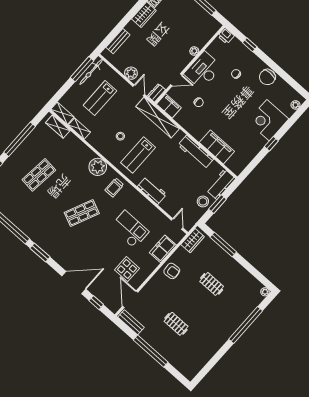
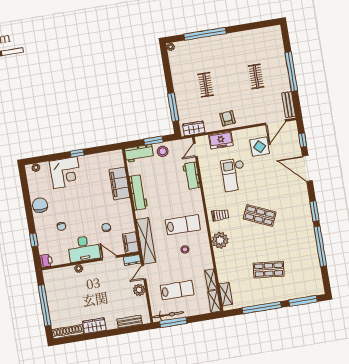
chair: (267, 77) -> (40, 205), turned -90
workbench: (152, 190) -> (192, 176), moved

